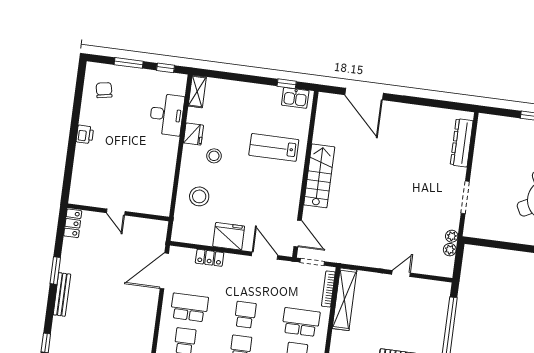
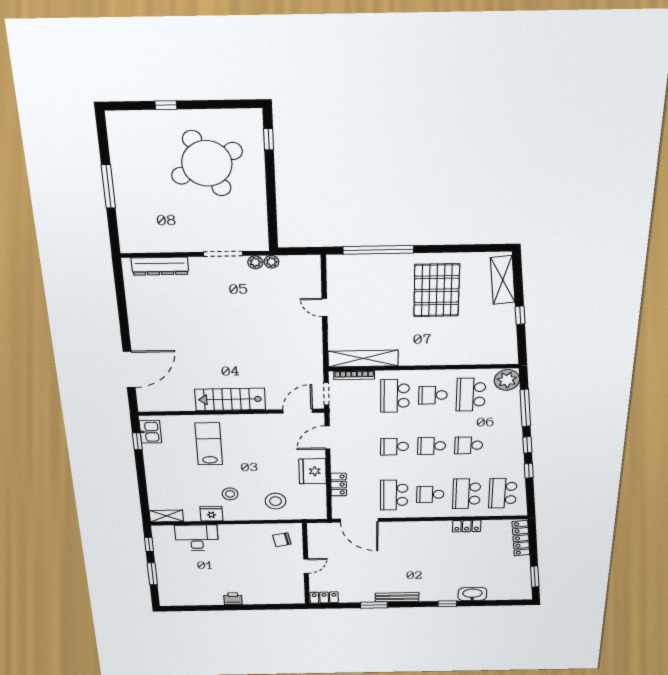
chair: (104, 90) -> (282, 540), moved
lab bench: (274, 147) -> (209, 444), turned 180
plant: (450, 250) -> (255, 262), moved

